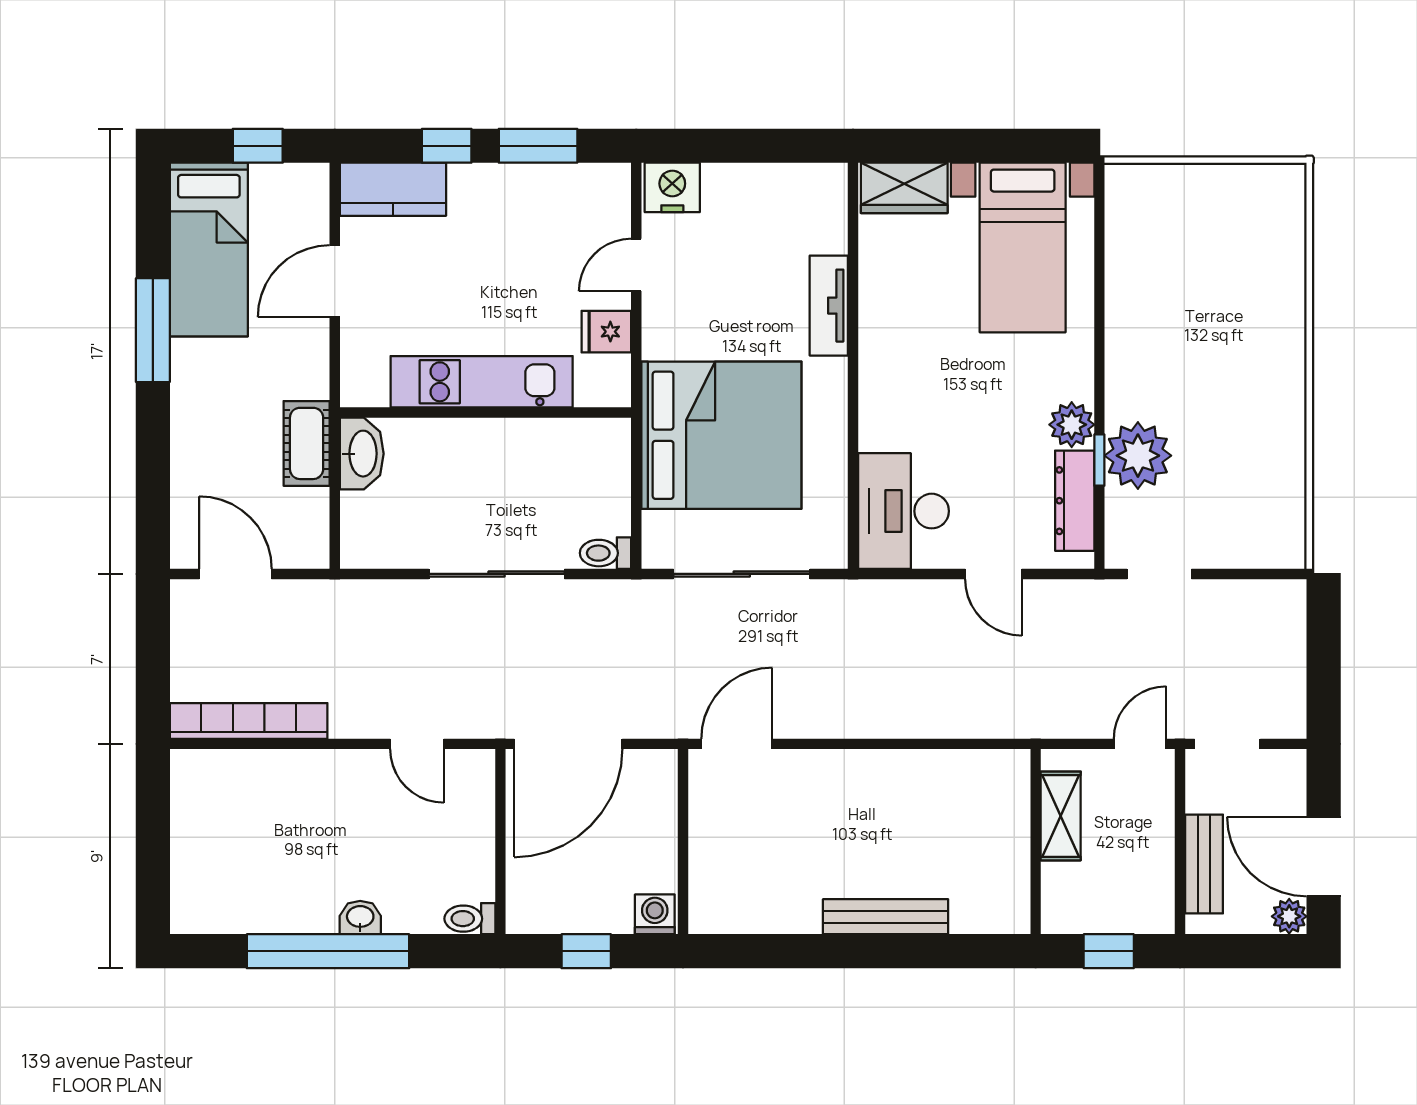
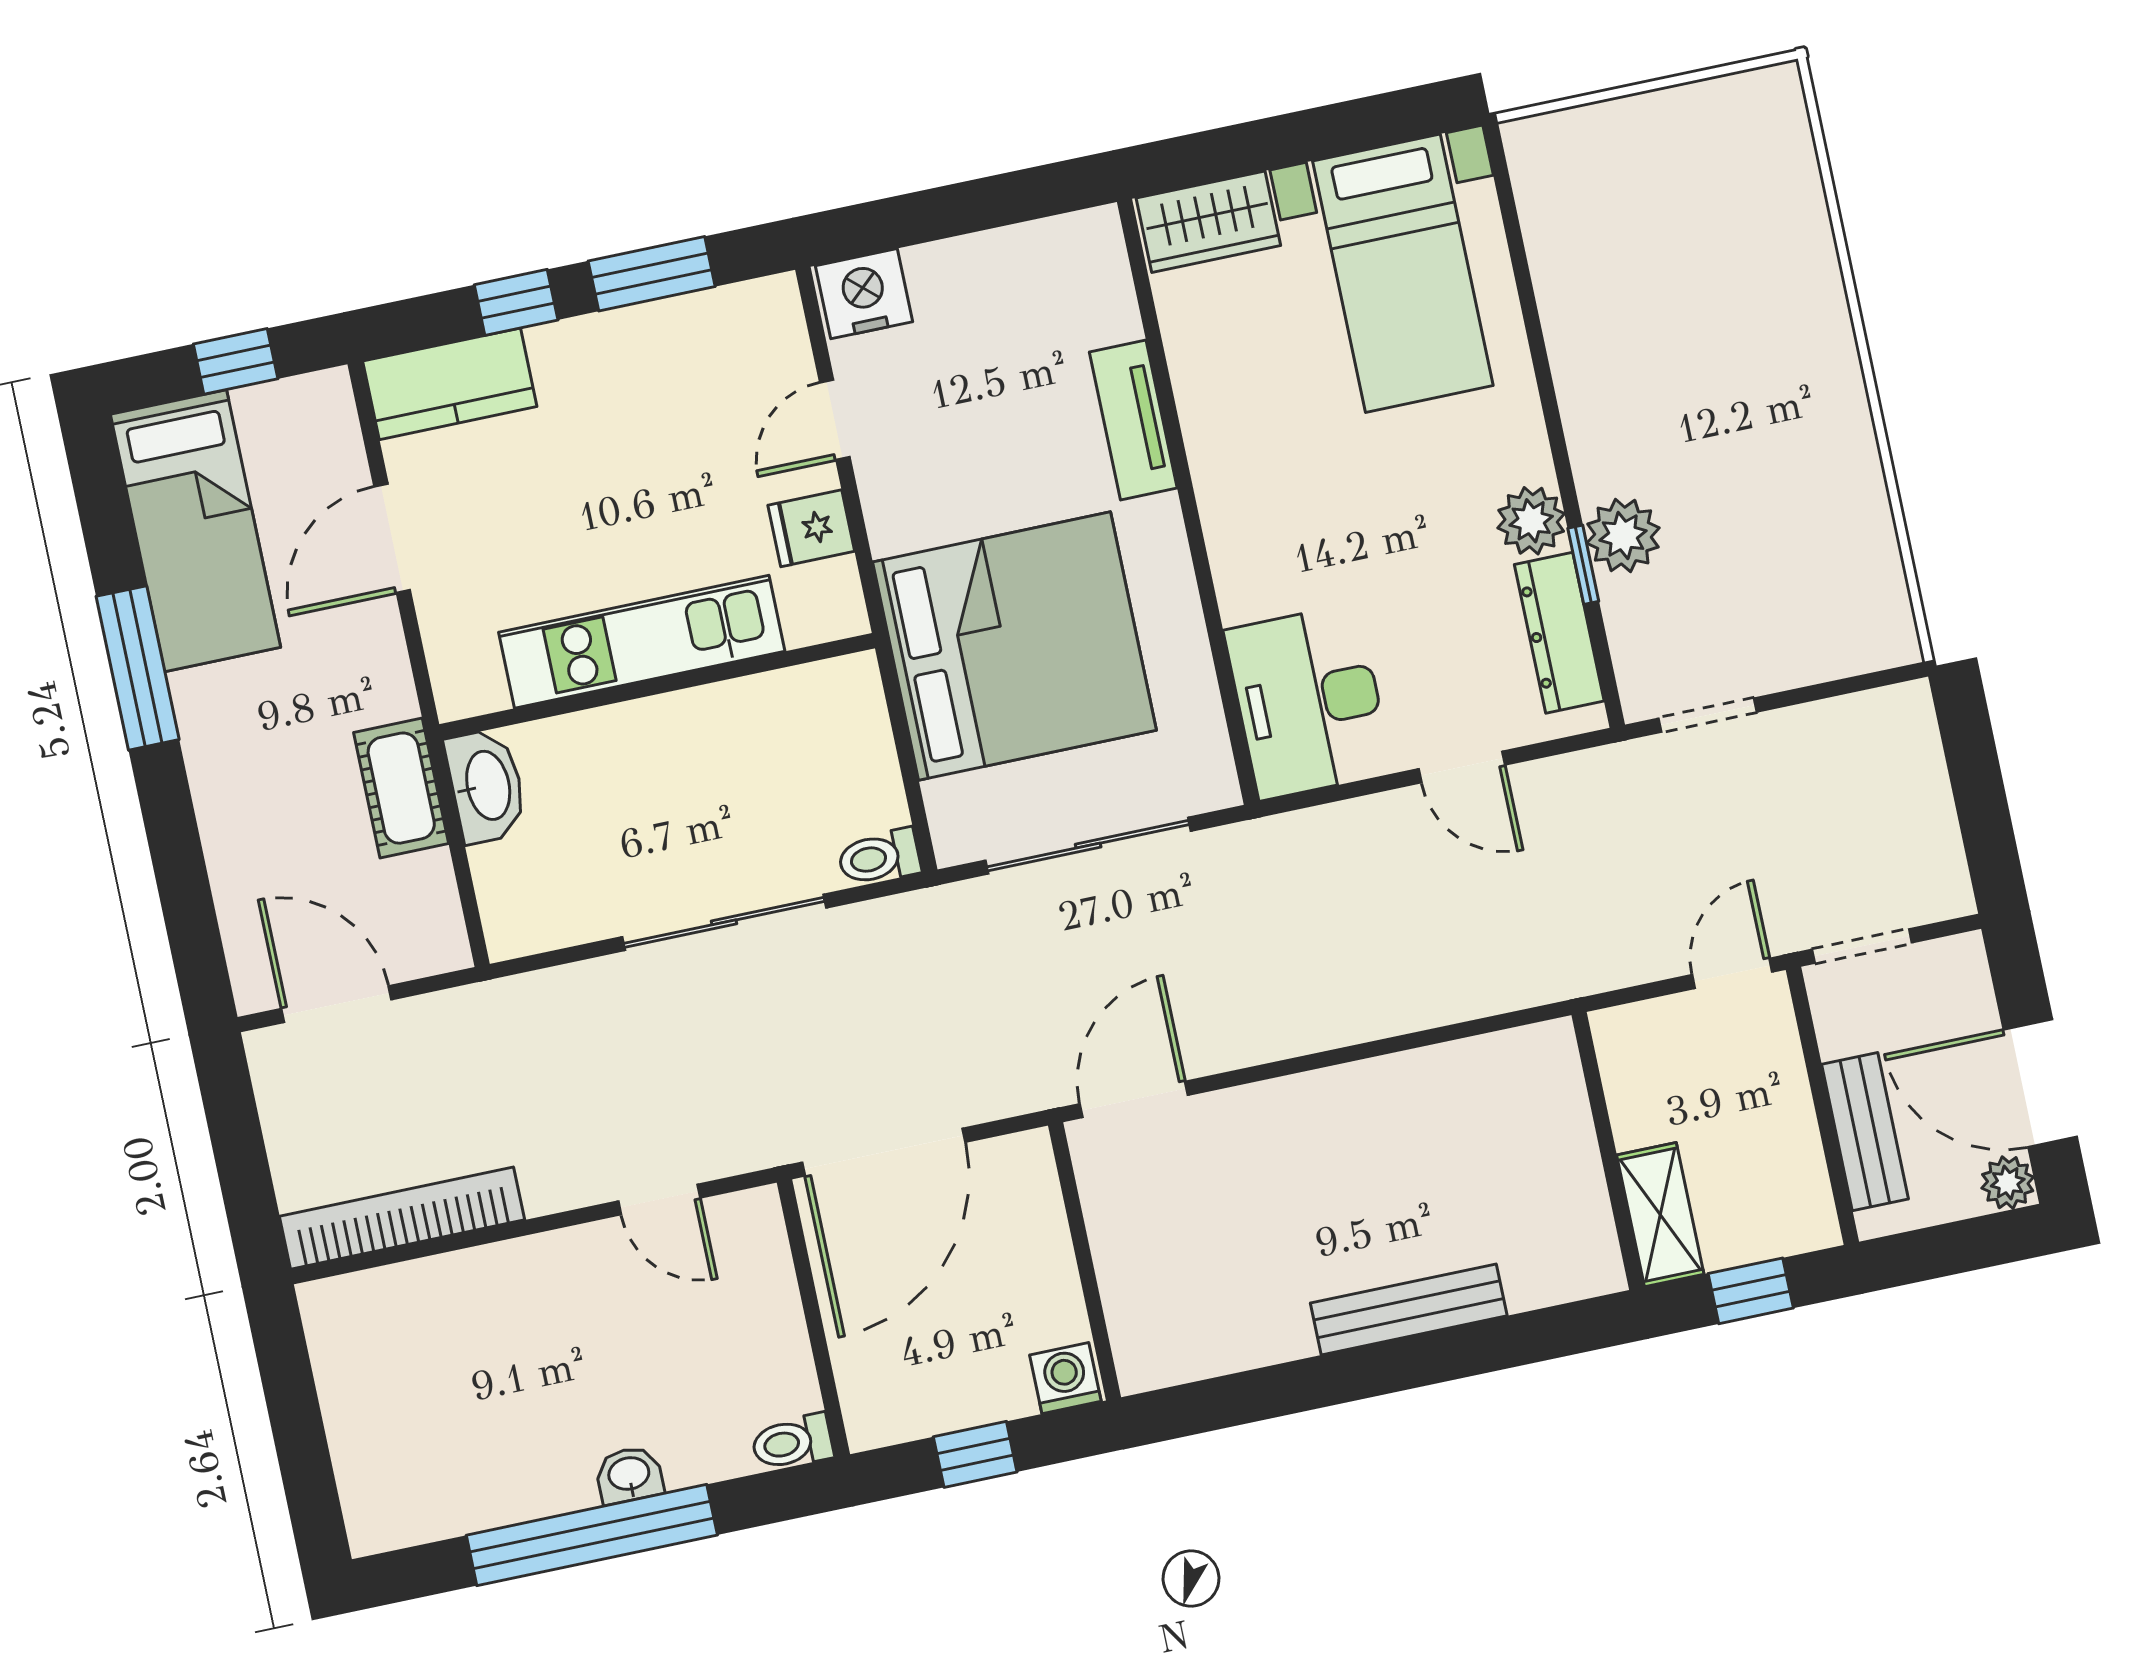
plant: (1138, 456) -> (1623, 536), width x0.73, depth x0.73
shelving: (1061, 816) -> (1660, 1215), moved

